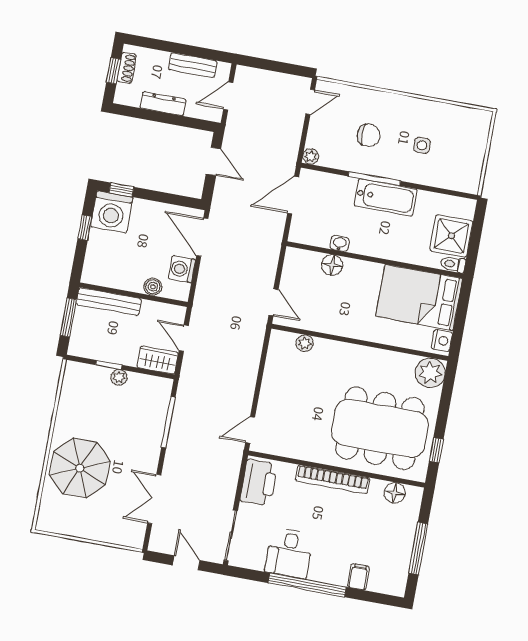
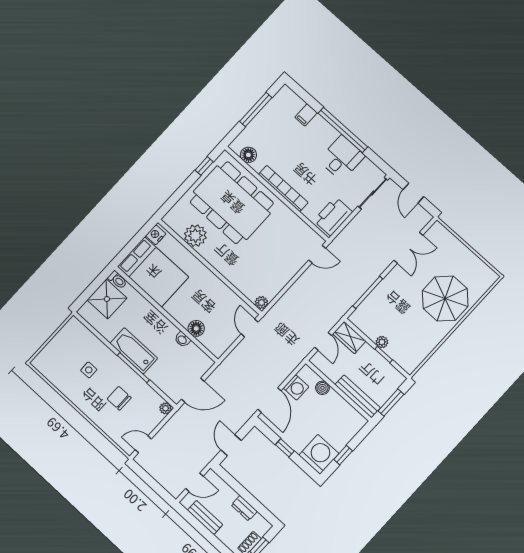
dresser: (163, 104) -> (244, 508), width x0.70
window: (121, 190) -> (285, 448), moved
plant: (305, 343) -> (261, 303), moved
plant: (430, 373) -> (195, 236), moved

